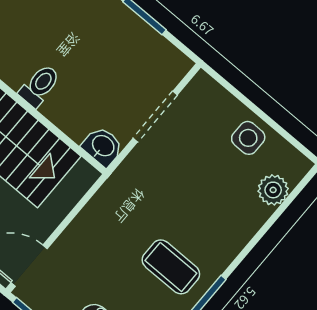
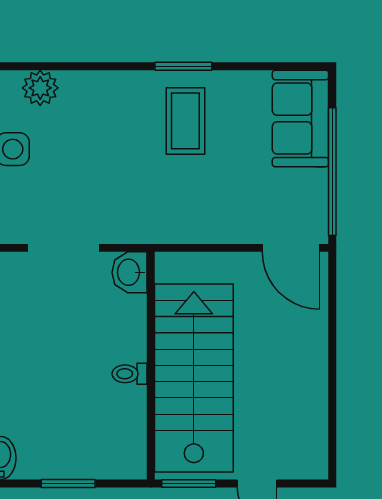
toilet: (40, 86) -> (130, 374), width x0.73, depth x0.72

